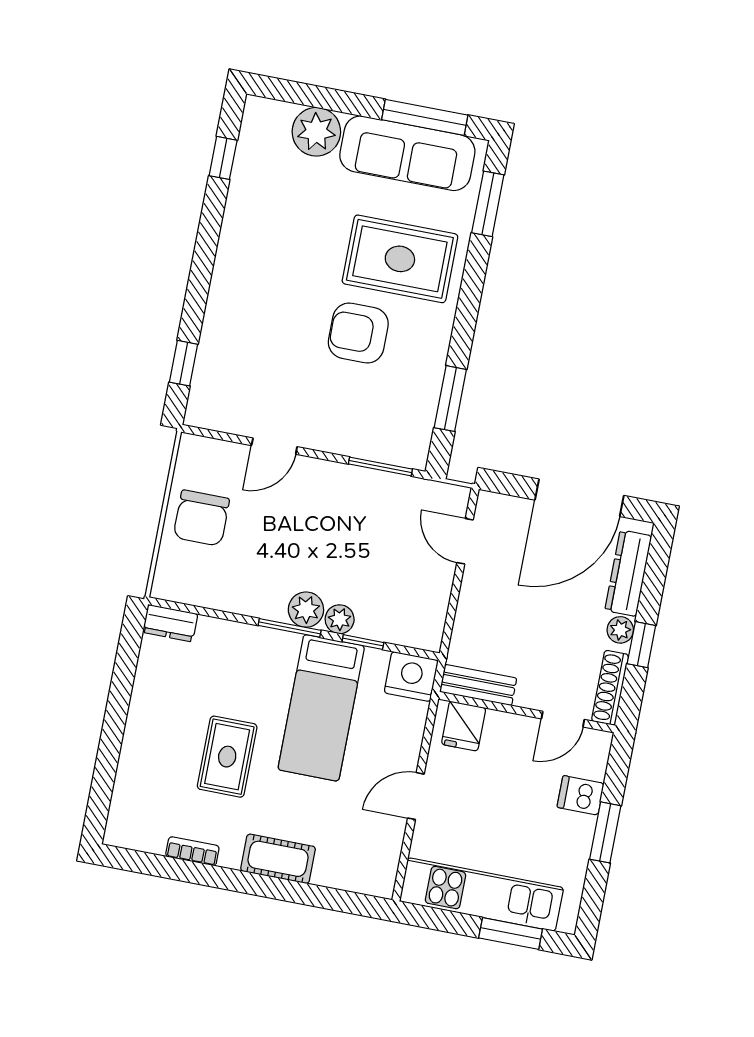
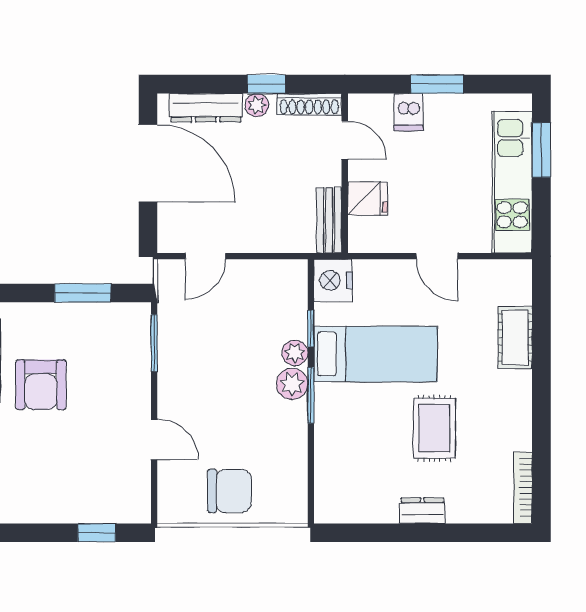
dresser: (170, 623) -> (422, 511), moved, turned -90
fridge: (464, 726) -> (368, 198), moved
rug: (227, 757) -> (434, 428), turned 90
bookcase: (192, 851) -> (523, 488), moved, width x1.56
cot: (278, 859) -> (515, 337), moved

